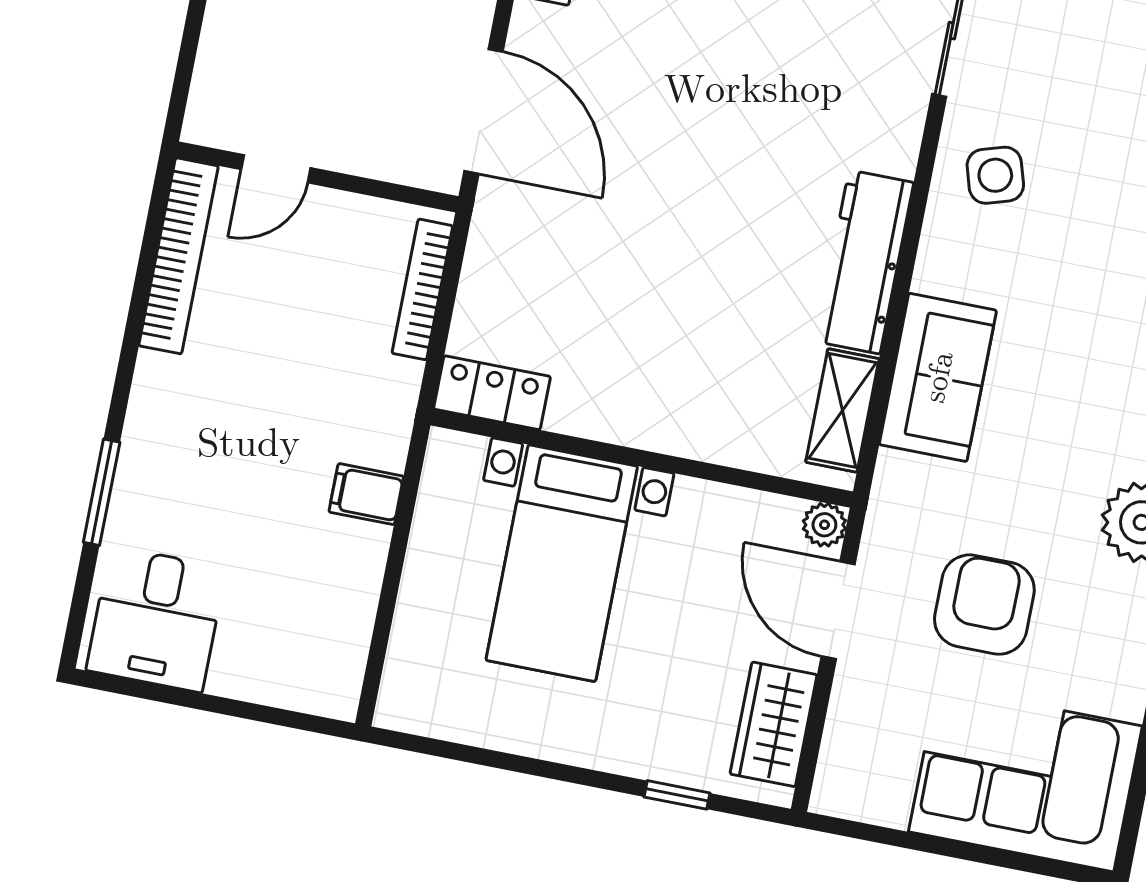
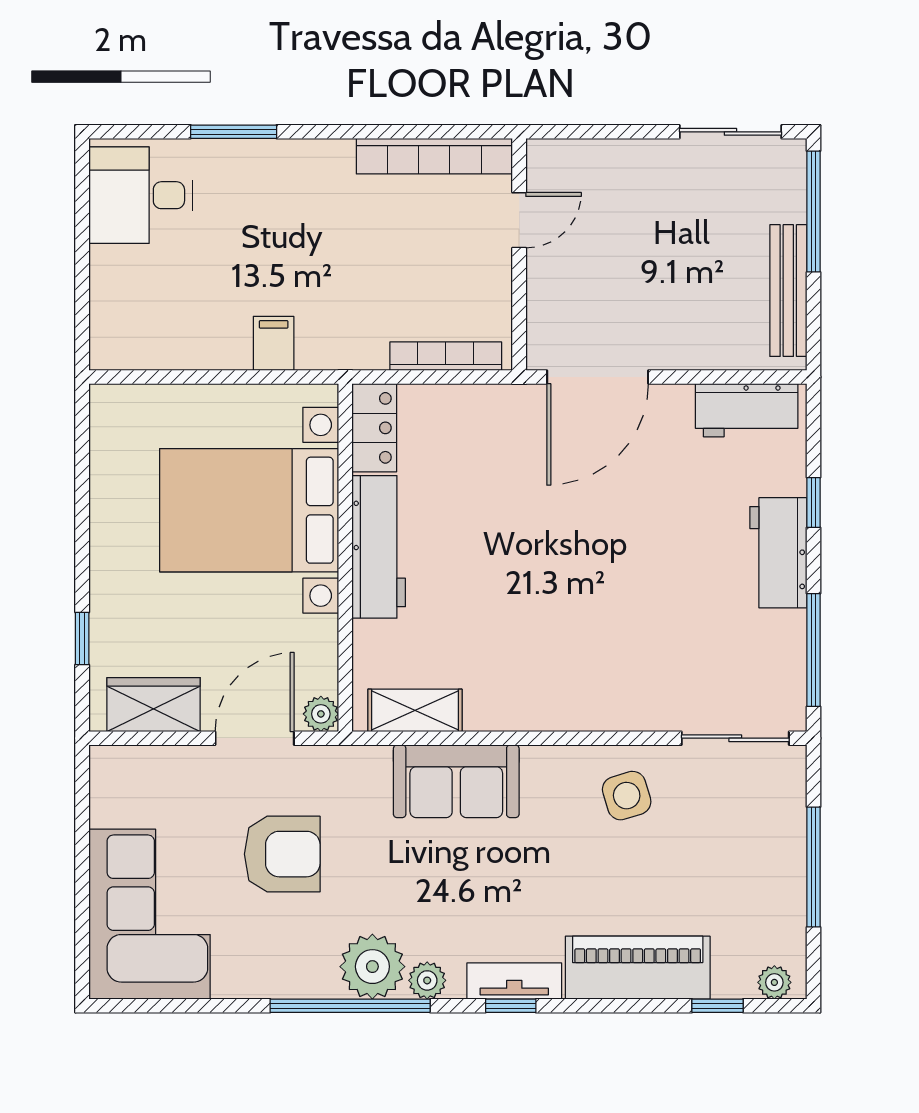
door: (276, 169) -> (519, 220), swing flipped
workbench: (865, 262) -> (379, 547), moved, turned 90
bed with nightstands: (562, 563) -> (249, 510), width x1.36

